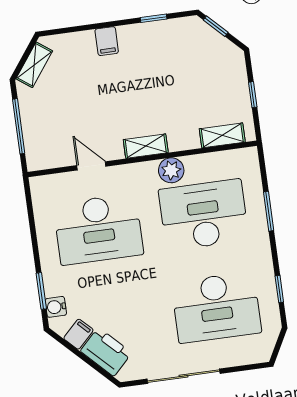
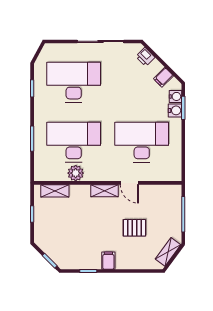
filing cabinet: (107, 41) -> (108, 261), moved
pallet: (91, 95) -> (134, 228), added
door: (91, 166) -> (129, 183), moved
plant: (171, 170) -> (76, 173), moved
desk: (204, 215) -> (74, 142), turned 180
water cooler: (54, 285) -> (175, 110), added
printer: (106, 352) -> (145, 57), width x0.53, depth x0.68

